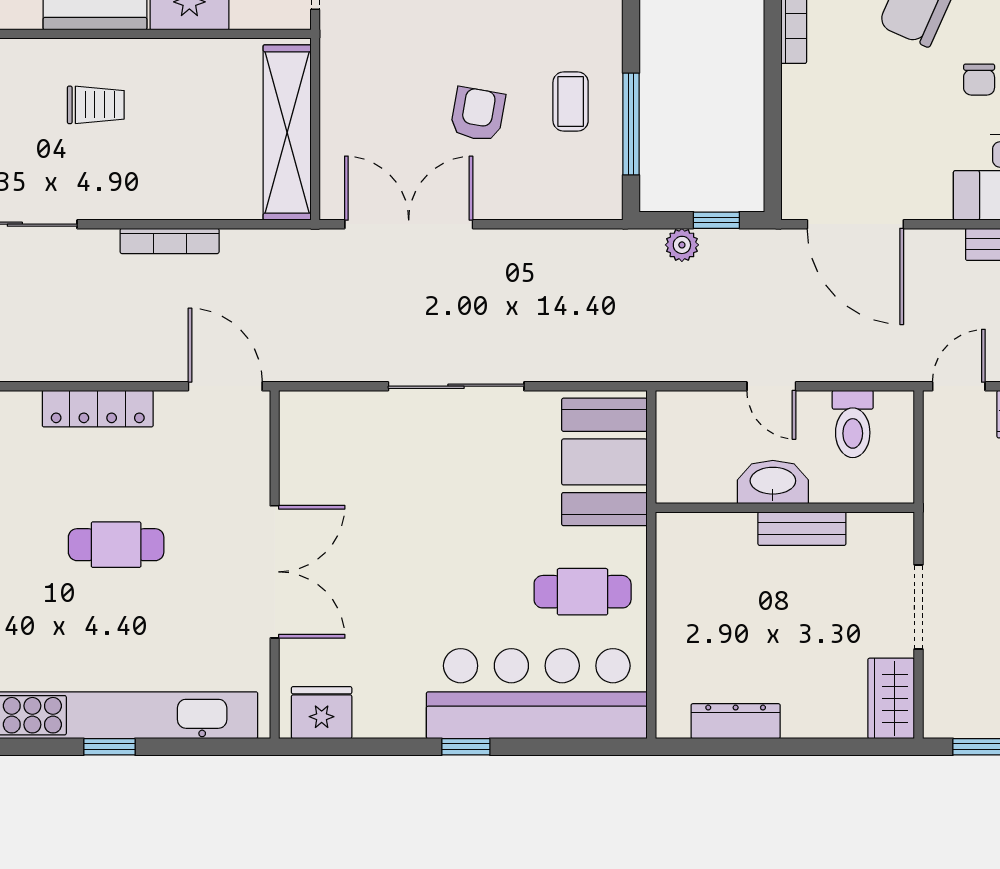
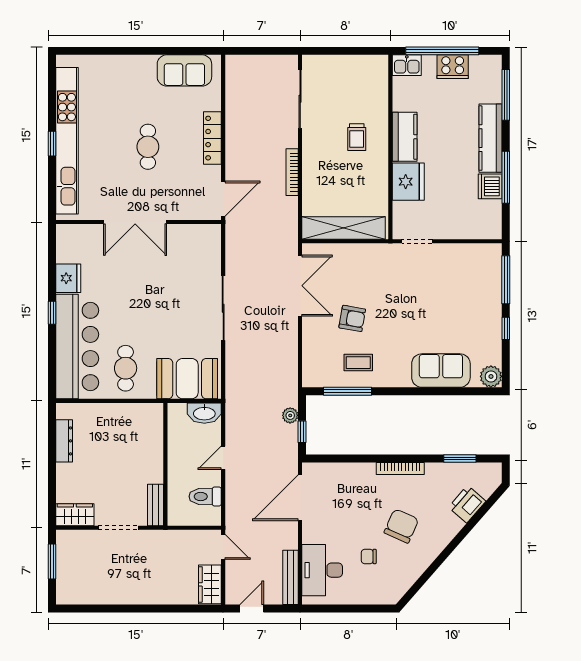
washbasin: (773, 482) -> (204, 413), moved, turned 90
bench: (802, 529) -> (156, 505), moved
fridge: (322, 713) -> (68, 278), moved

